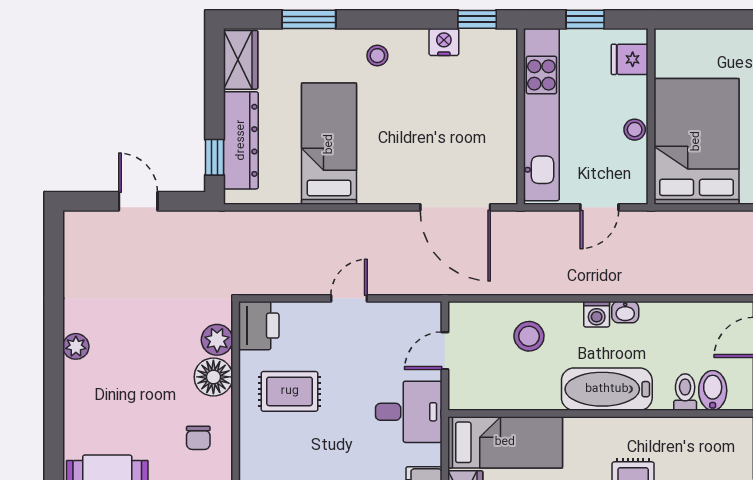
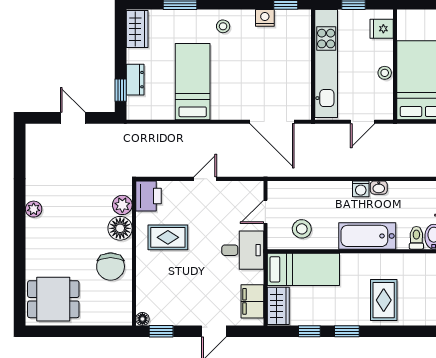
dresser: (241, 140) -> (135, 80), width x0.51, depth x0.80
stool: (529, 336) -> (302, 229), moved
chair: (198, 438) -> (111, 267), width x1.87, depth x1.87

